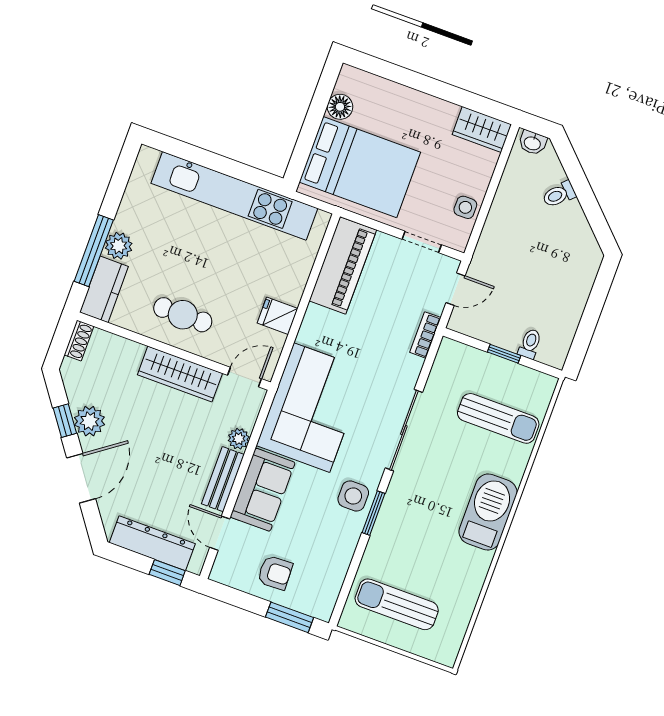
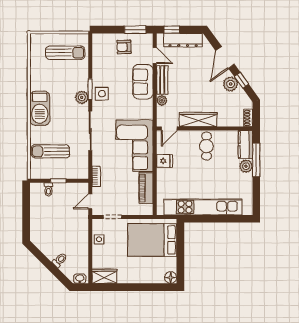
floor lamp: (340, 107) -> (171, 278), moved
piano: (343, 265) -> (146, 188), width x0.73, depth x0.75
cafe table: (183, 315) -> (207, 146), turned 90
corner sofa: (312, 408) -> (135, 146), moved
plant: (396, 503) -> (82, 97), added
window: (289, 617) -> (135, 30), moved

